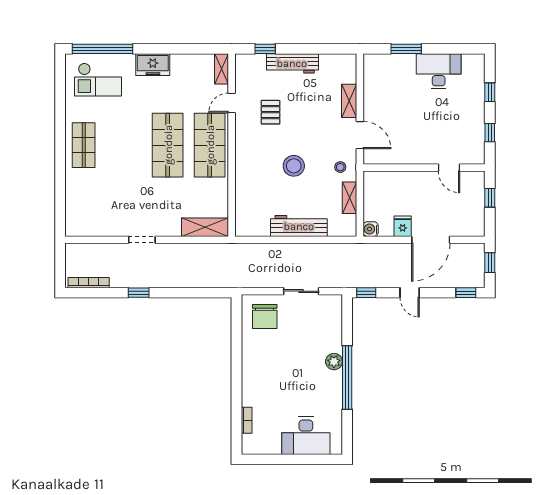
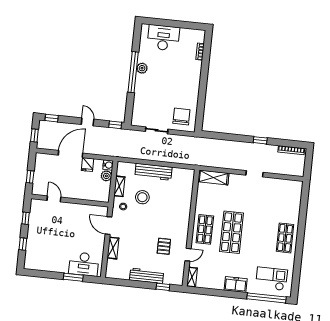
desk: (439, 71) -> (84, 264), moved
shop shelf: (210, 145) -> (205, 229), width x0.70, depth x0.74
stool: (294, 166) -> (142, 197), moved
plant: (371, 212) -> (106, 176), added
plant: (334, 362) -> (142, 68), moved

